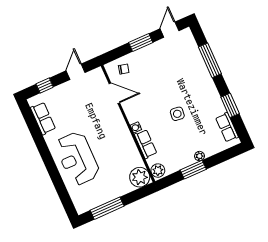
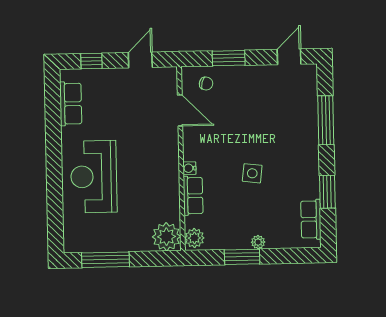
window: (141, 43) -> (229, 58), moved

